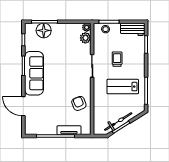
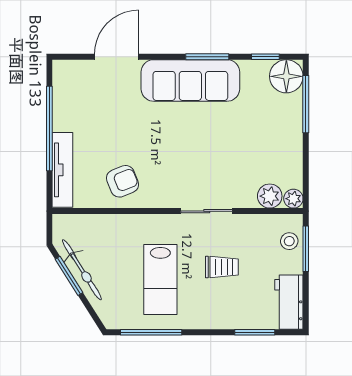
floor lamp: (44, 30) -> (286, 76), moved
lab bench: (123, 87) -> (160, 280), turned 180
tv unit: (69, 130) -> (62, 170), width x1.41

